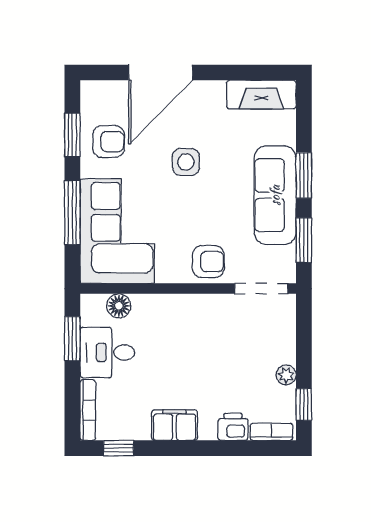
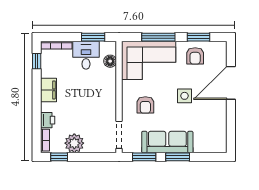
door: (161, 73) -> (231, 83), hinge flipped
fireplace: (261, 95) -> (219, 135), removed
armchair: (208, 262) -> (145, 105), moved
plant: (286, 375) -> (74, 143), width x1.87, depth x1.87

